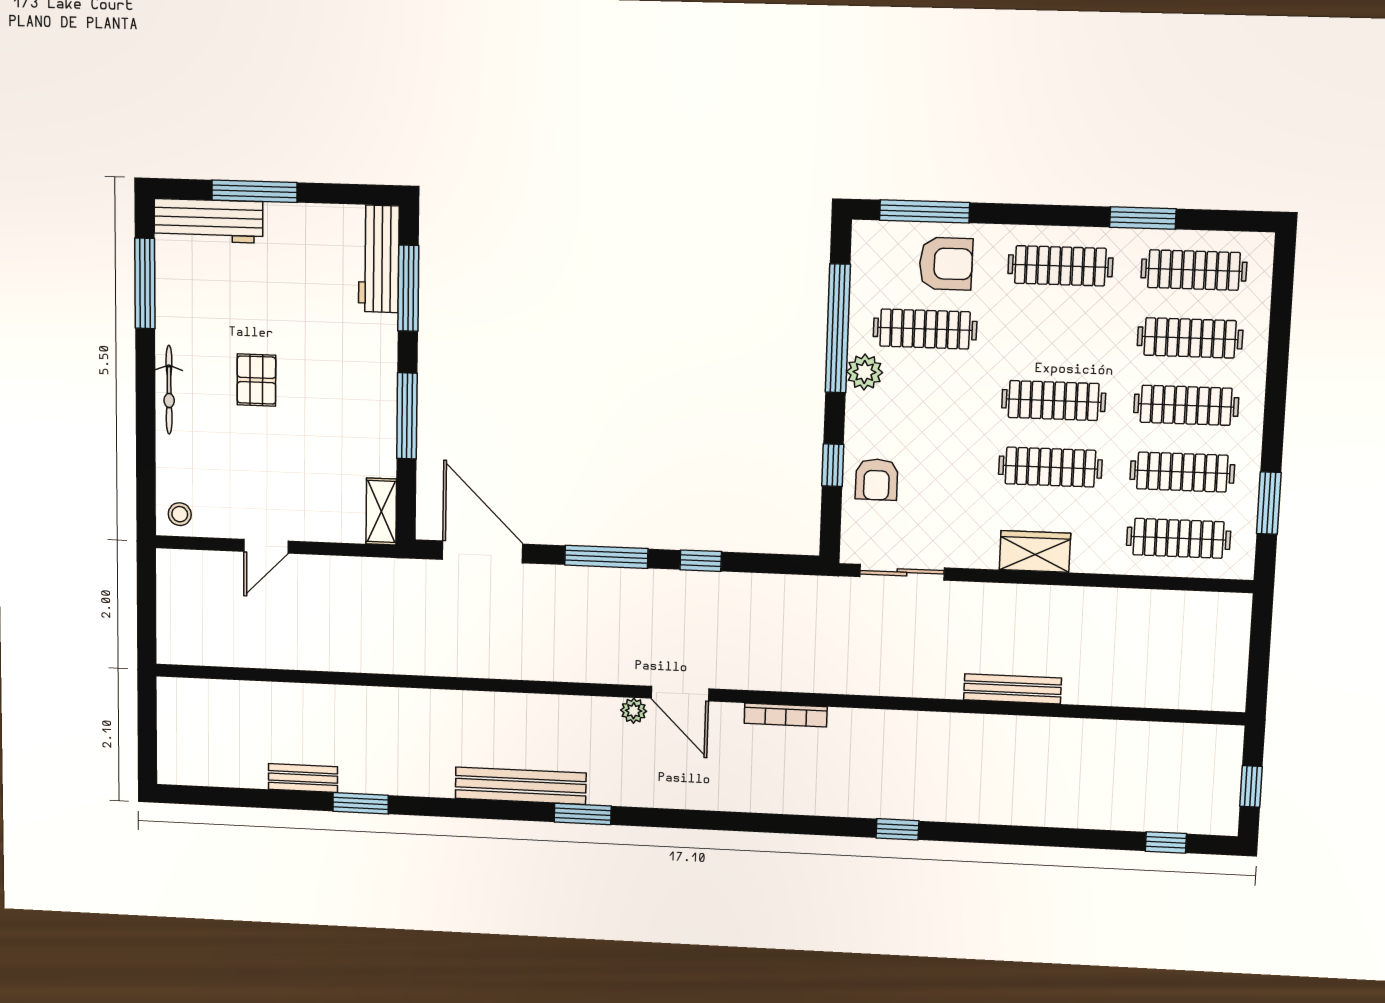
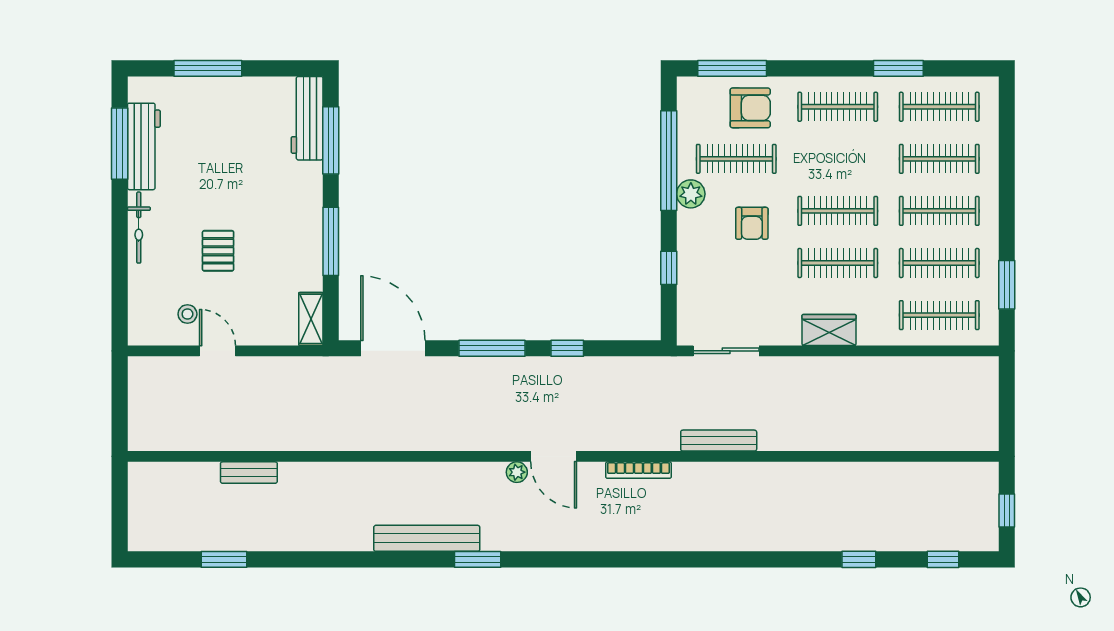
workbench: (208, 221) -> (144, 146), moved, turned -90
pallet: (256, 380) -> (218, 251), moved
armchair: (877, 480) -> (752, 223), moved
stool: (180, 514) -> (187, 314), moved
door: (266, 546) -> (217, 351), swing flipped
bench: (1012, 689) -> (719, 441), moved
bench: (303, 778) -> (249, 473), moved
window: (361, 803) -> (224, 559), moved
window: (897, 829) -> (859, 559), moved

